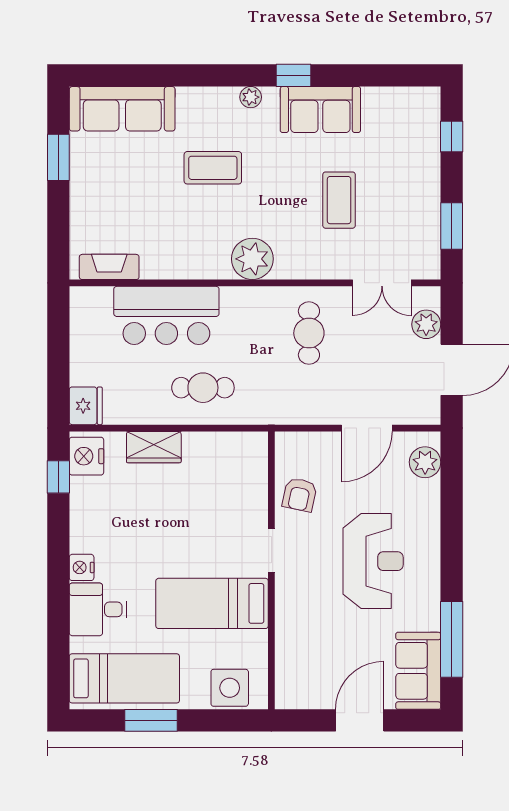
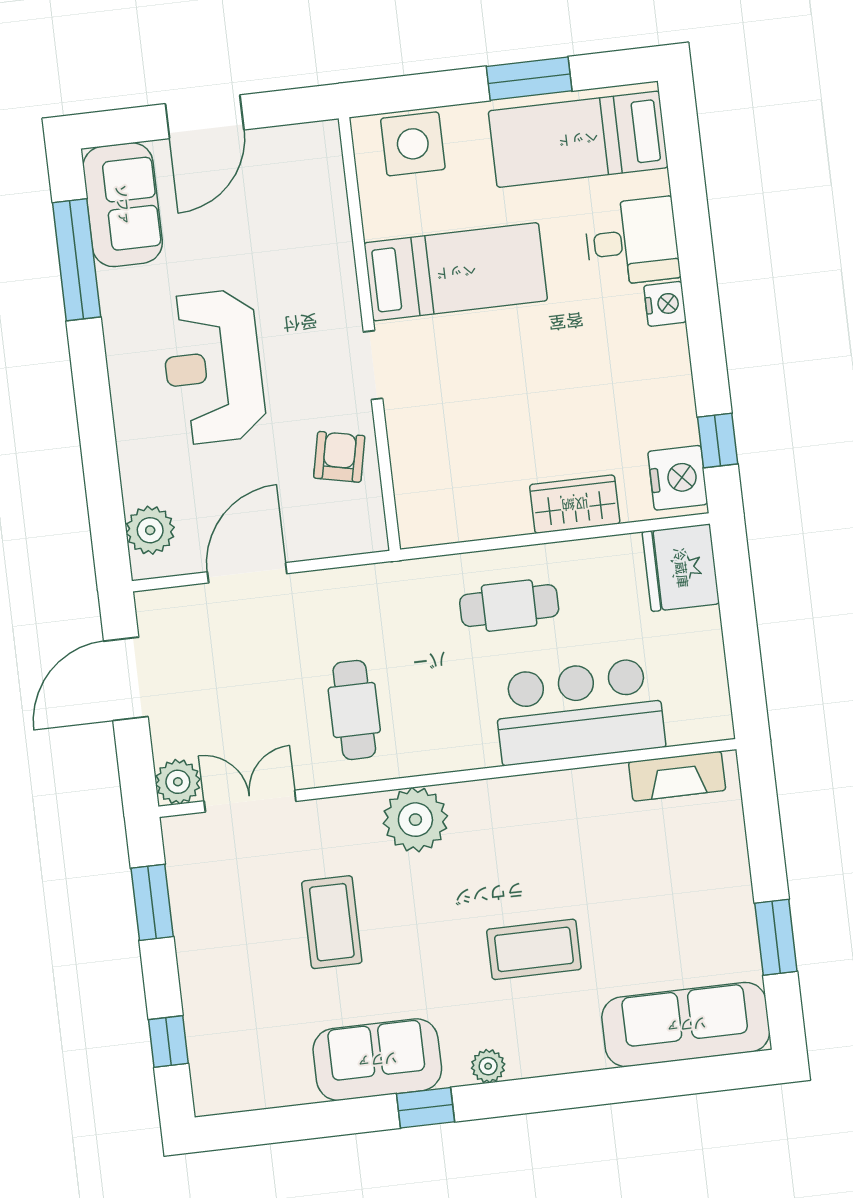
plant: (252, 259) -> (415, 820), moved
plant: (426, 324) -> (178, 782), moved
fridge: (86, 406) -> (681, 568), width x1.36, depth x1.34

